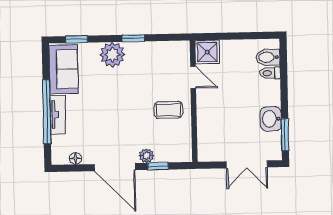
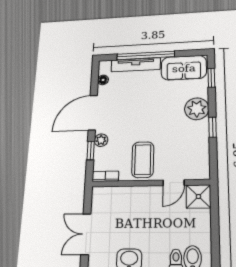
coffee table: (169, 110) -> (143, 160), width x1.36, depth x1.30
tv unit: (58, 115) -> (136, 65), width x1.41
bookcase: (186, 148) -> (105, 176), added

